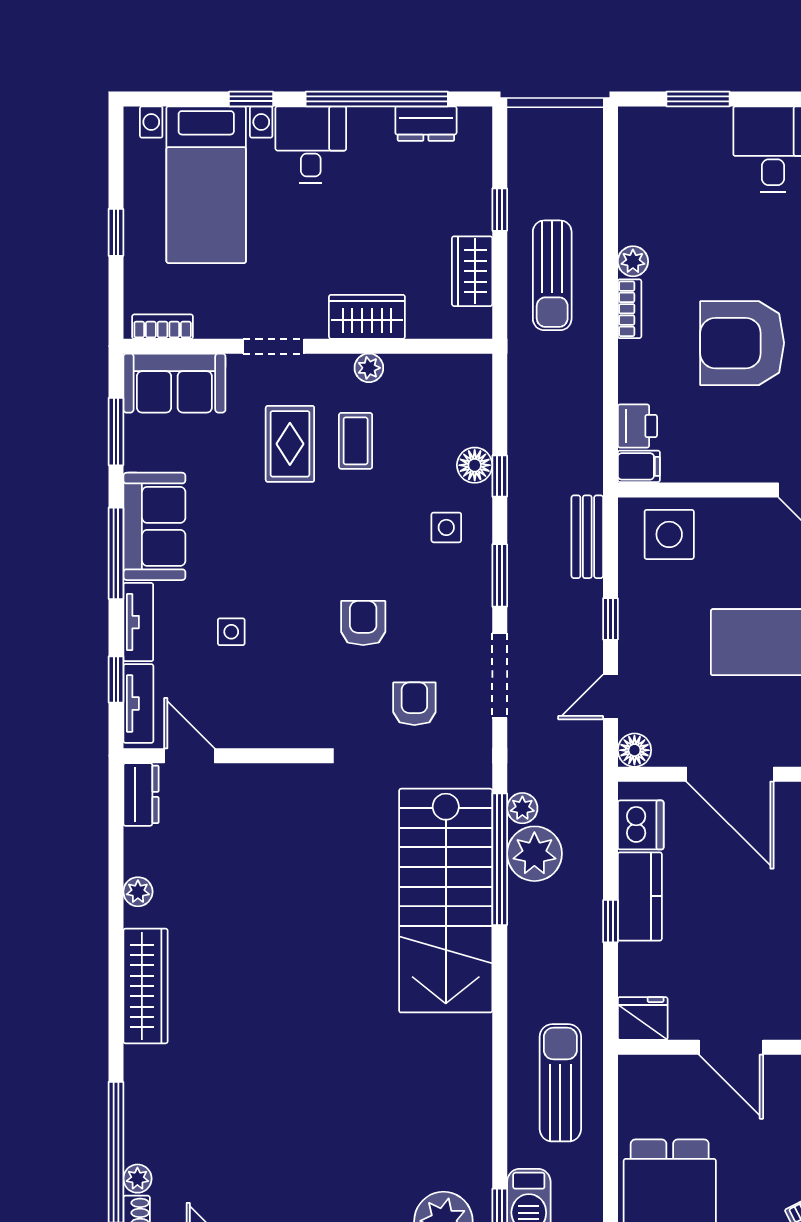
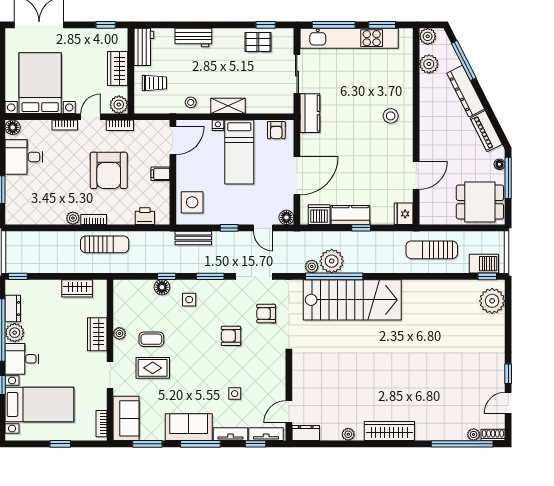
plant: (371, 128) -> (15, 333), added
window: (500, 210) -> (18, 276), moved
sun lounger: (552, 275) -> (105, 244), moved
filing cabinet: (639, 466) -> (160, 174), moved, turned -90

